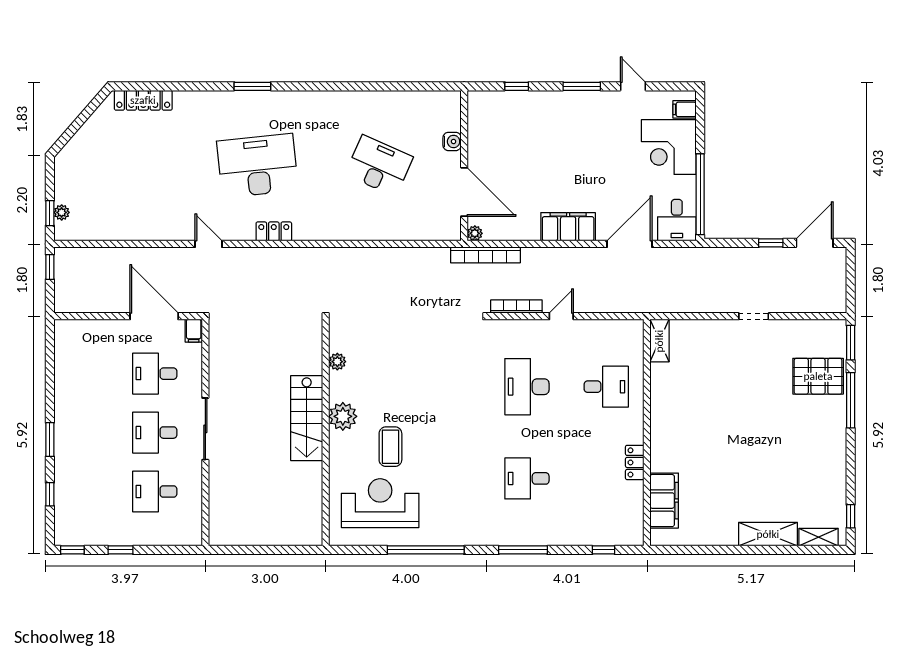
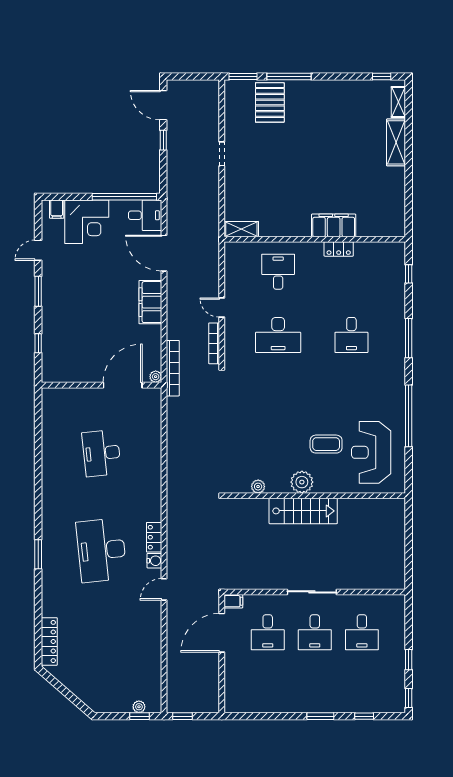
water cooler: (452, 141) -> (154, 561), moved, turned 90
desk: (379, 166) -> (102, 453), turned -30
filing cabinet: (664, 501) -> (334, 225), moved

